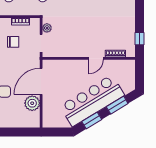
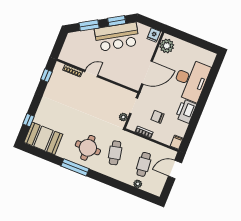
bar counter: (92, 101) -> (117, 37), width x0.73
plant: (32, 103) -> (167, 46), moved
fridge: (49, 121) -> (154, 35), added

